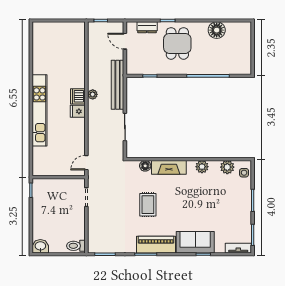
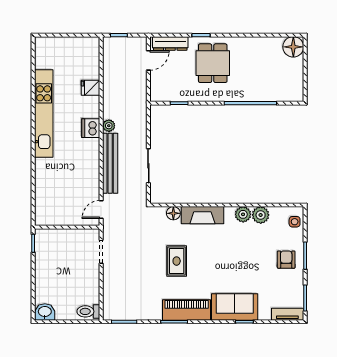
dresser: (147, 27) -> (170, 43), width x1.44
floor lamp: (217, 30) -> (293, 47), moved
door: (125, 41) -> (148, 60), swing flipped
bench: (118, 85) -> (110, 163), moved
kitchen unit: (39, 110) -> (44, 114), moved
fridge: (78, 111) -> (91, 88), moved
plant: (227, 167) -> (261, 215), moved
armchair: (237, 204) -> (286, 260), added

